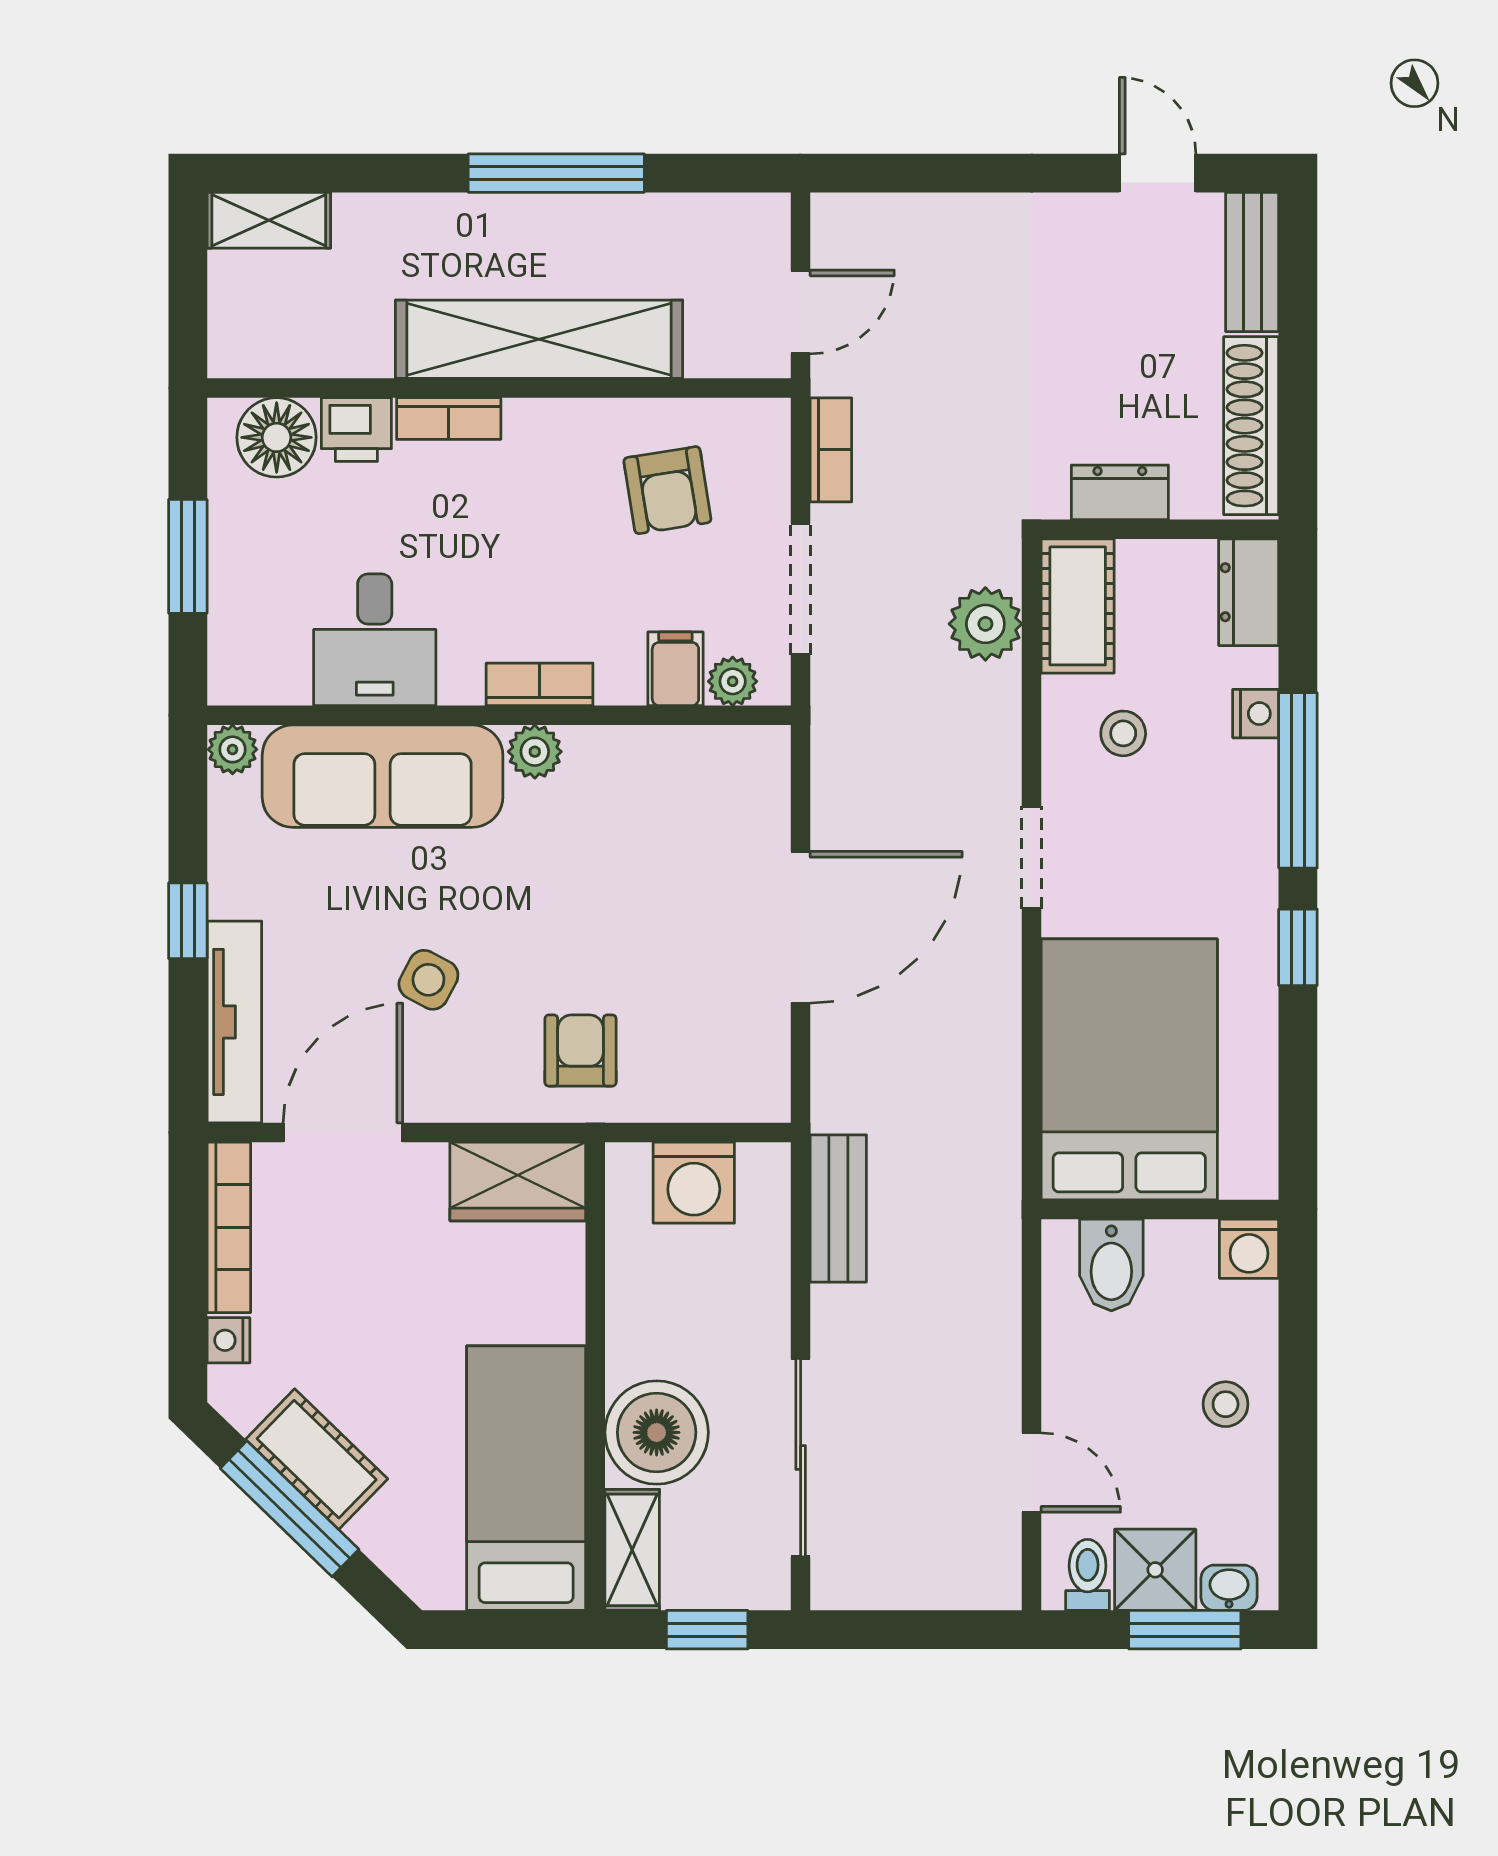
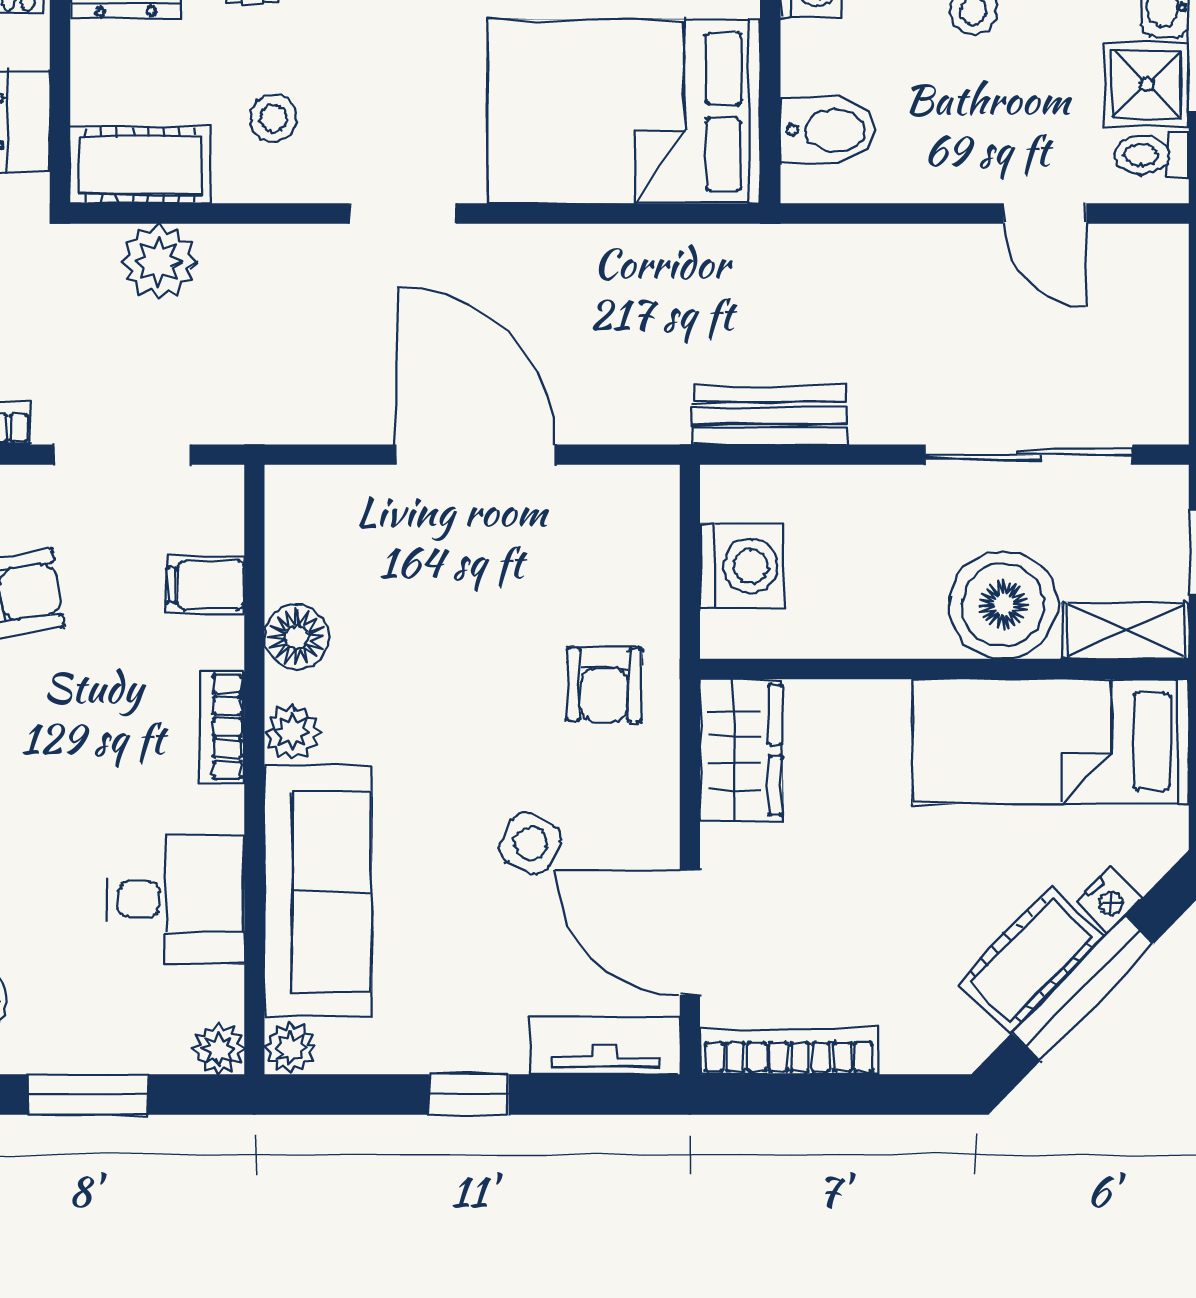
plant: (733, 681) -> (219, 1049), moved
floor lamp: (626, 756) -> (297, 637), added
tv unit: (234, 1022) -> (605, 1046), width x0.71
armchair: (581, 1051) -> (604, 684), turned -89
nightstand: (228, 1340) -> (1109, 901), moved, turned -46
door: (1032, 1473) -> (1045, 213), swing flipped

